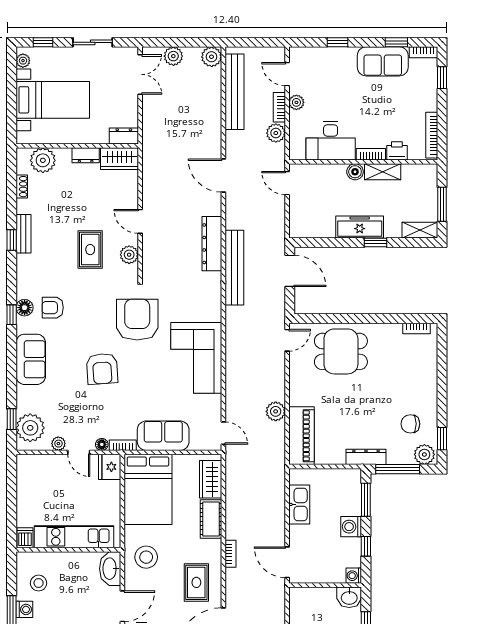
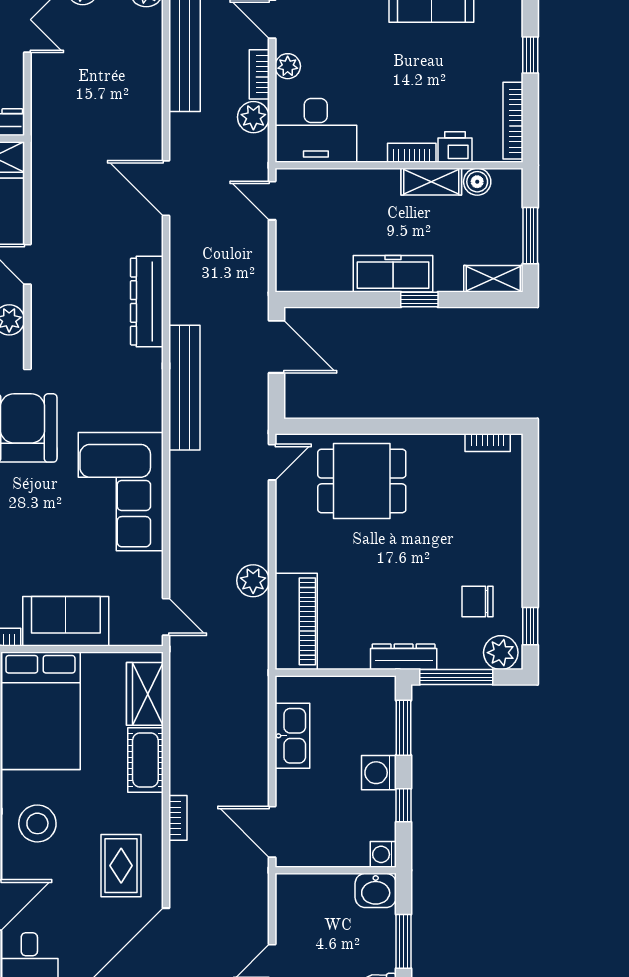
window: (442, 78) -> (530, 55), moved
desk: (331, 141) -> (316, 130), moved
boiler: (355, 172) -> (477, 182), moved
bench: (234, 268) -> (184, 388), moved

